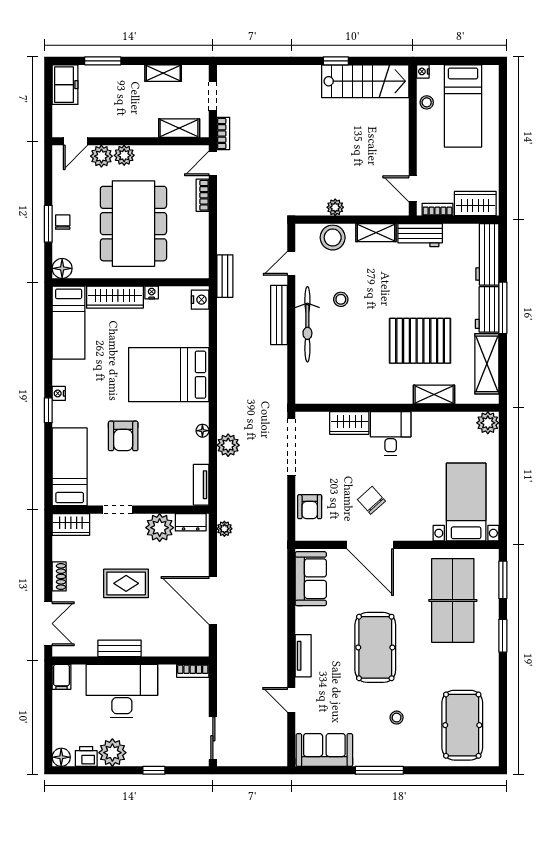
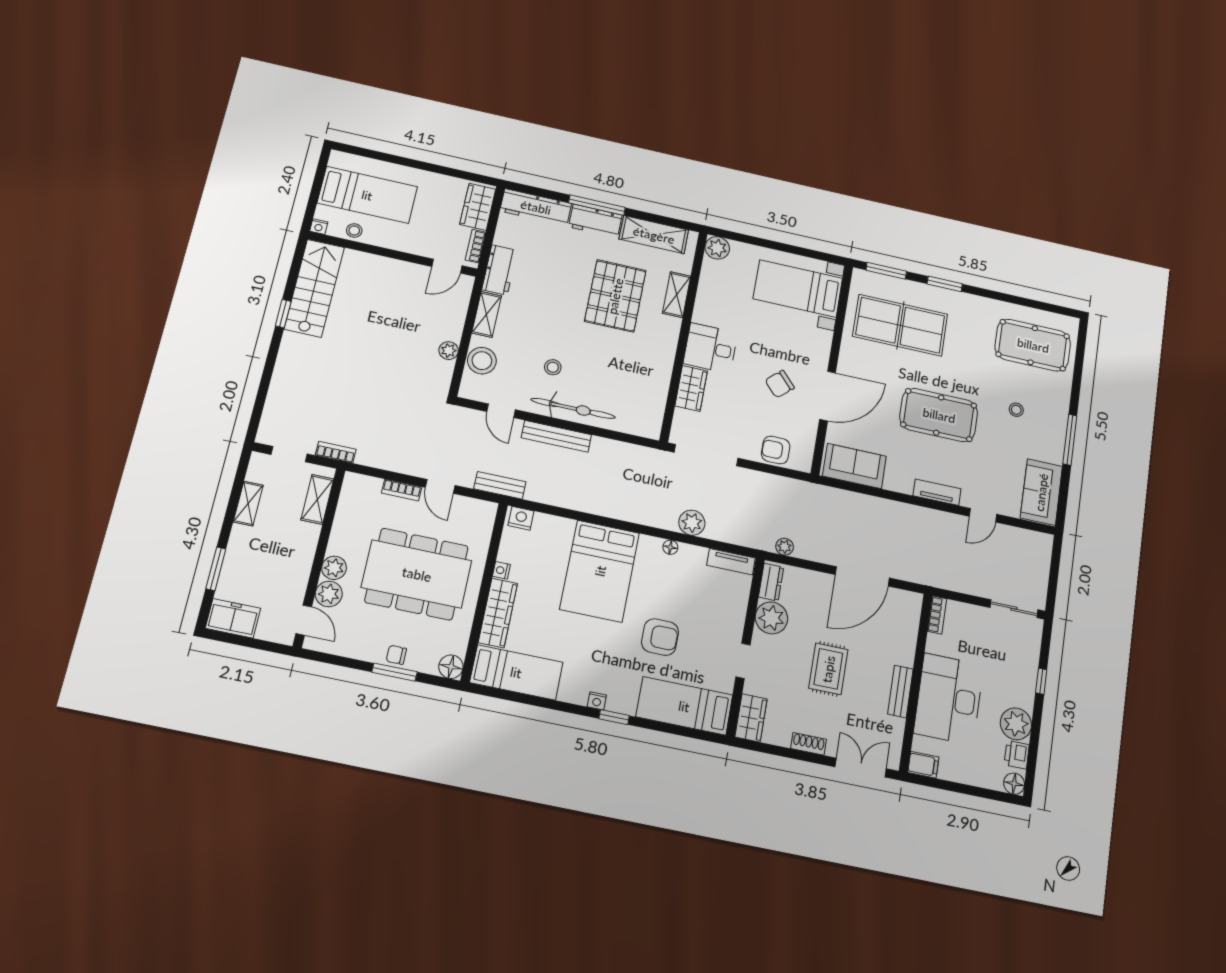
door: (213, 163) -> (440, 486), moved
armchair: (310, 507) -> (776, 450), turned 180

